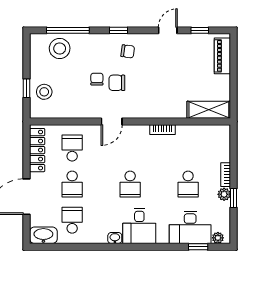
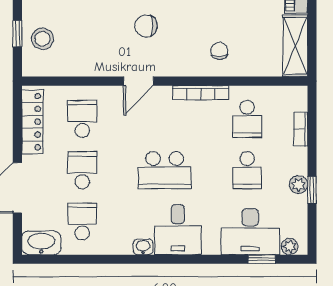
chair: (97, 79) -> (219, 51), moved
shelving: (209, 110) -> (295, 46), moved, turned 90
bookcase: (162, 130) -> (201, 93), width x1.56
school desk: (188, 148) -> (247, 119), added
bookcase: (226, 175) -> (301, 129), moved
school desk: (72, 184) -> (82, 170), turned 180
school desk: (130, 184) -> (165, 170), width x1.85

